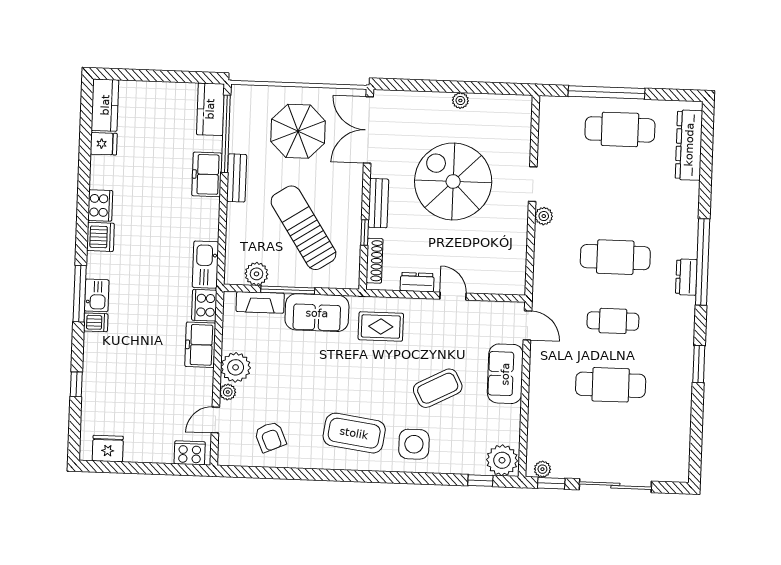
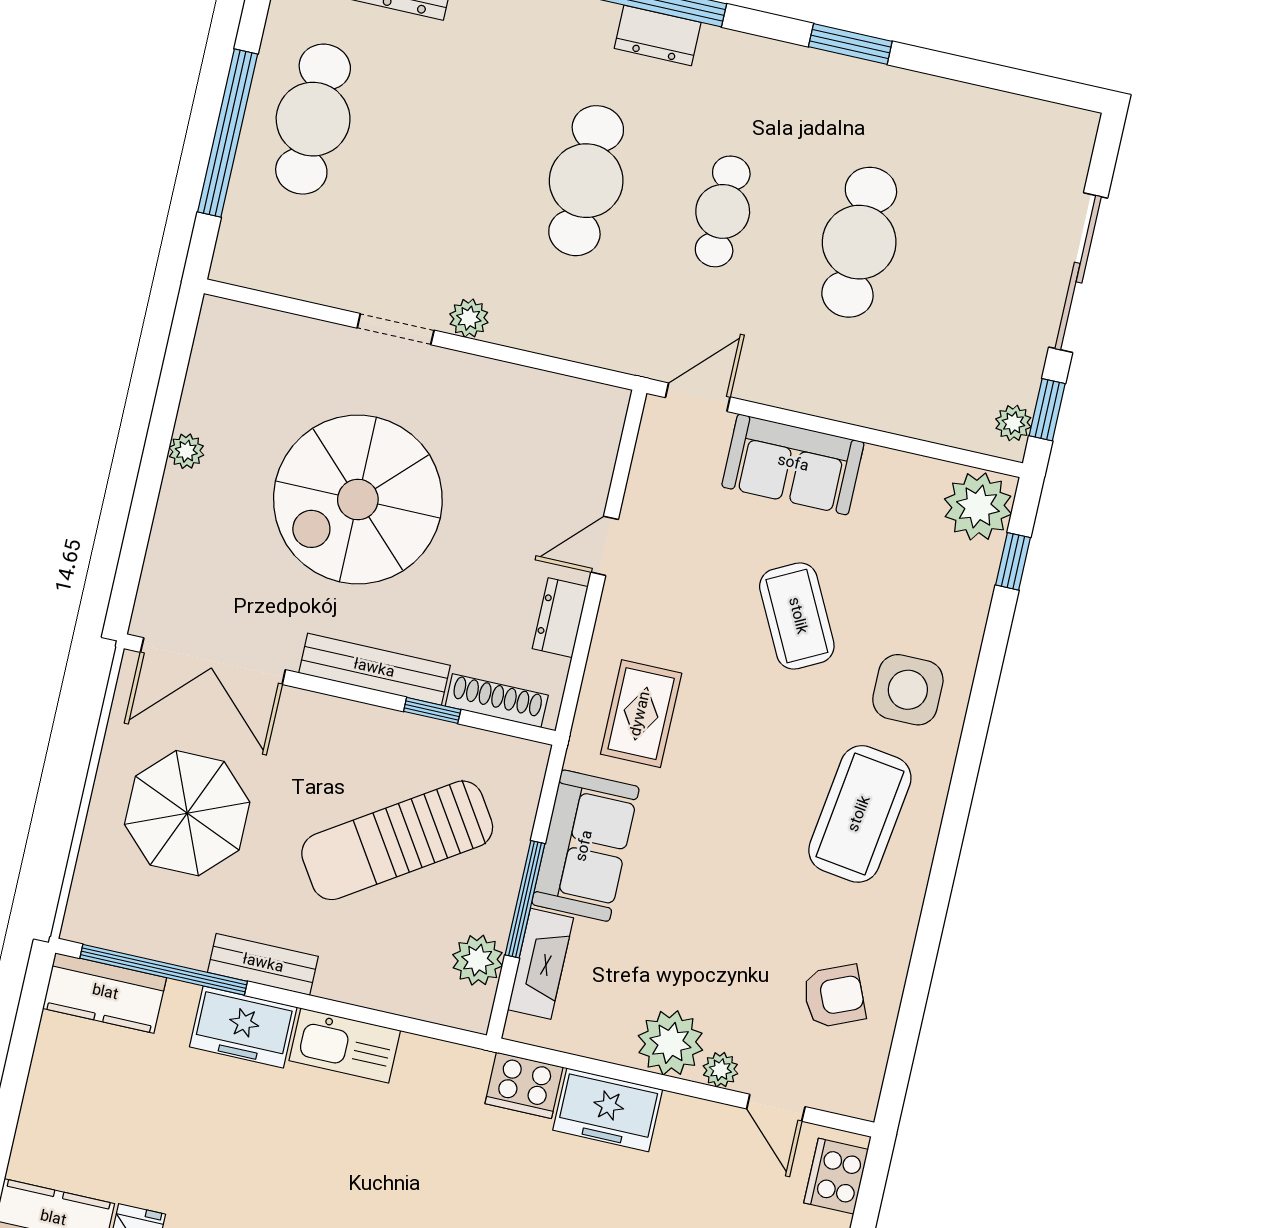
bench: (378, 203) -> (374, 669), width x1.36
kitchen sink: (205, 265) -> (345, 1045), moved

